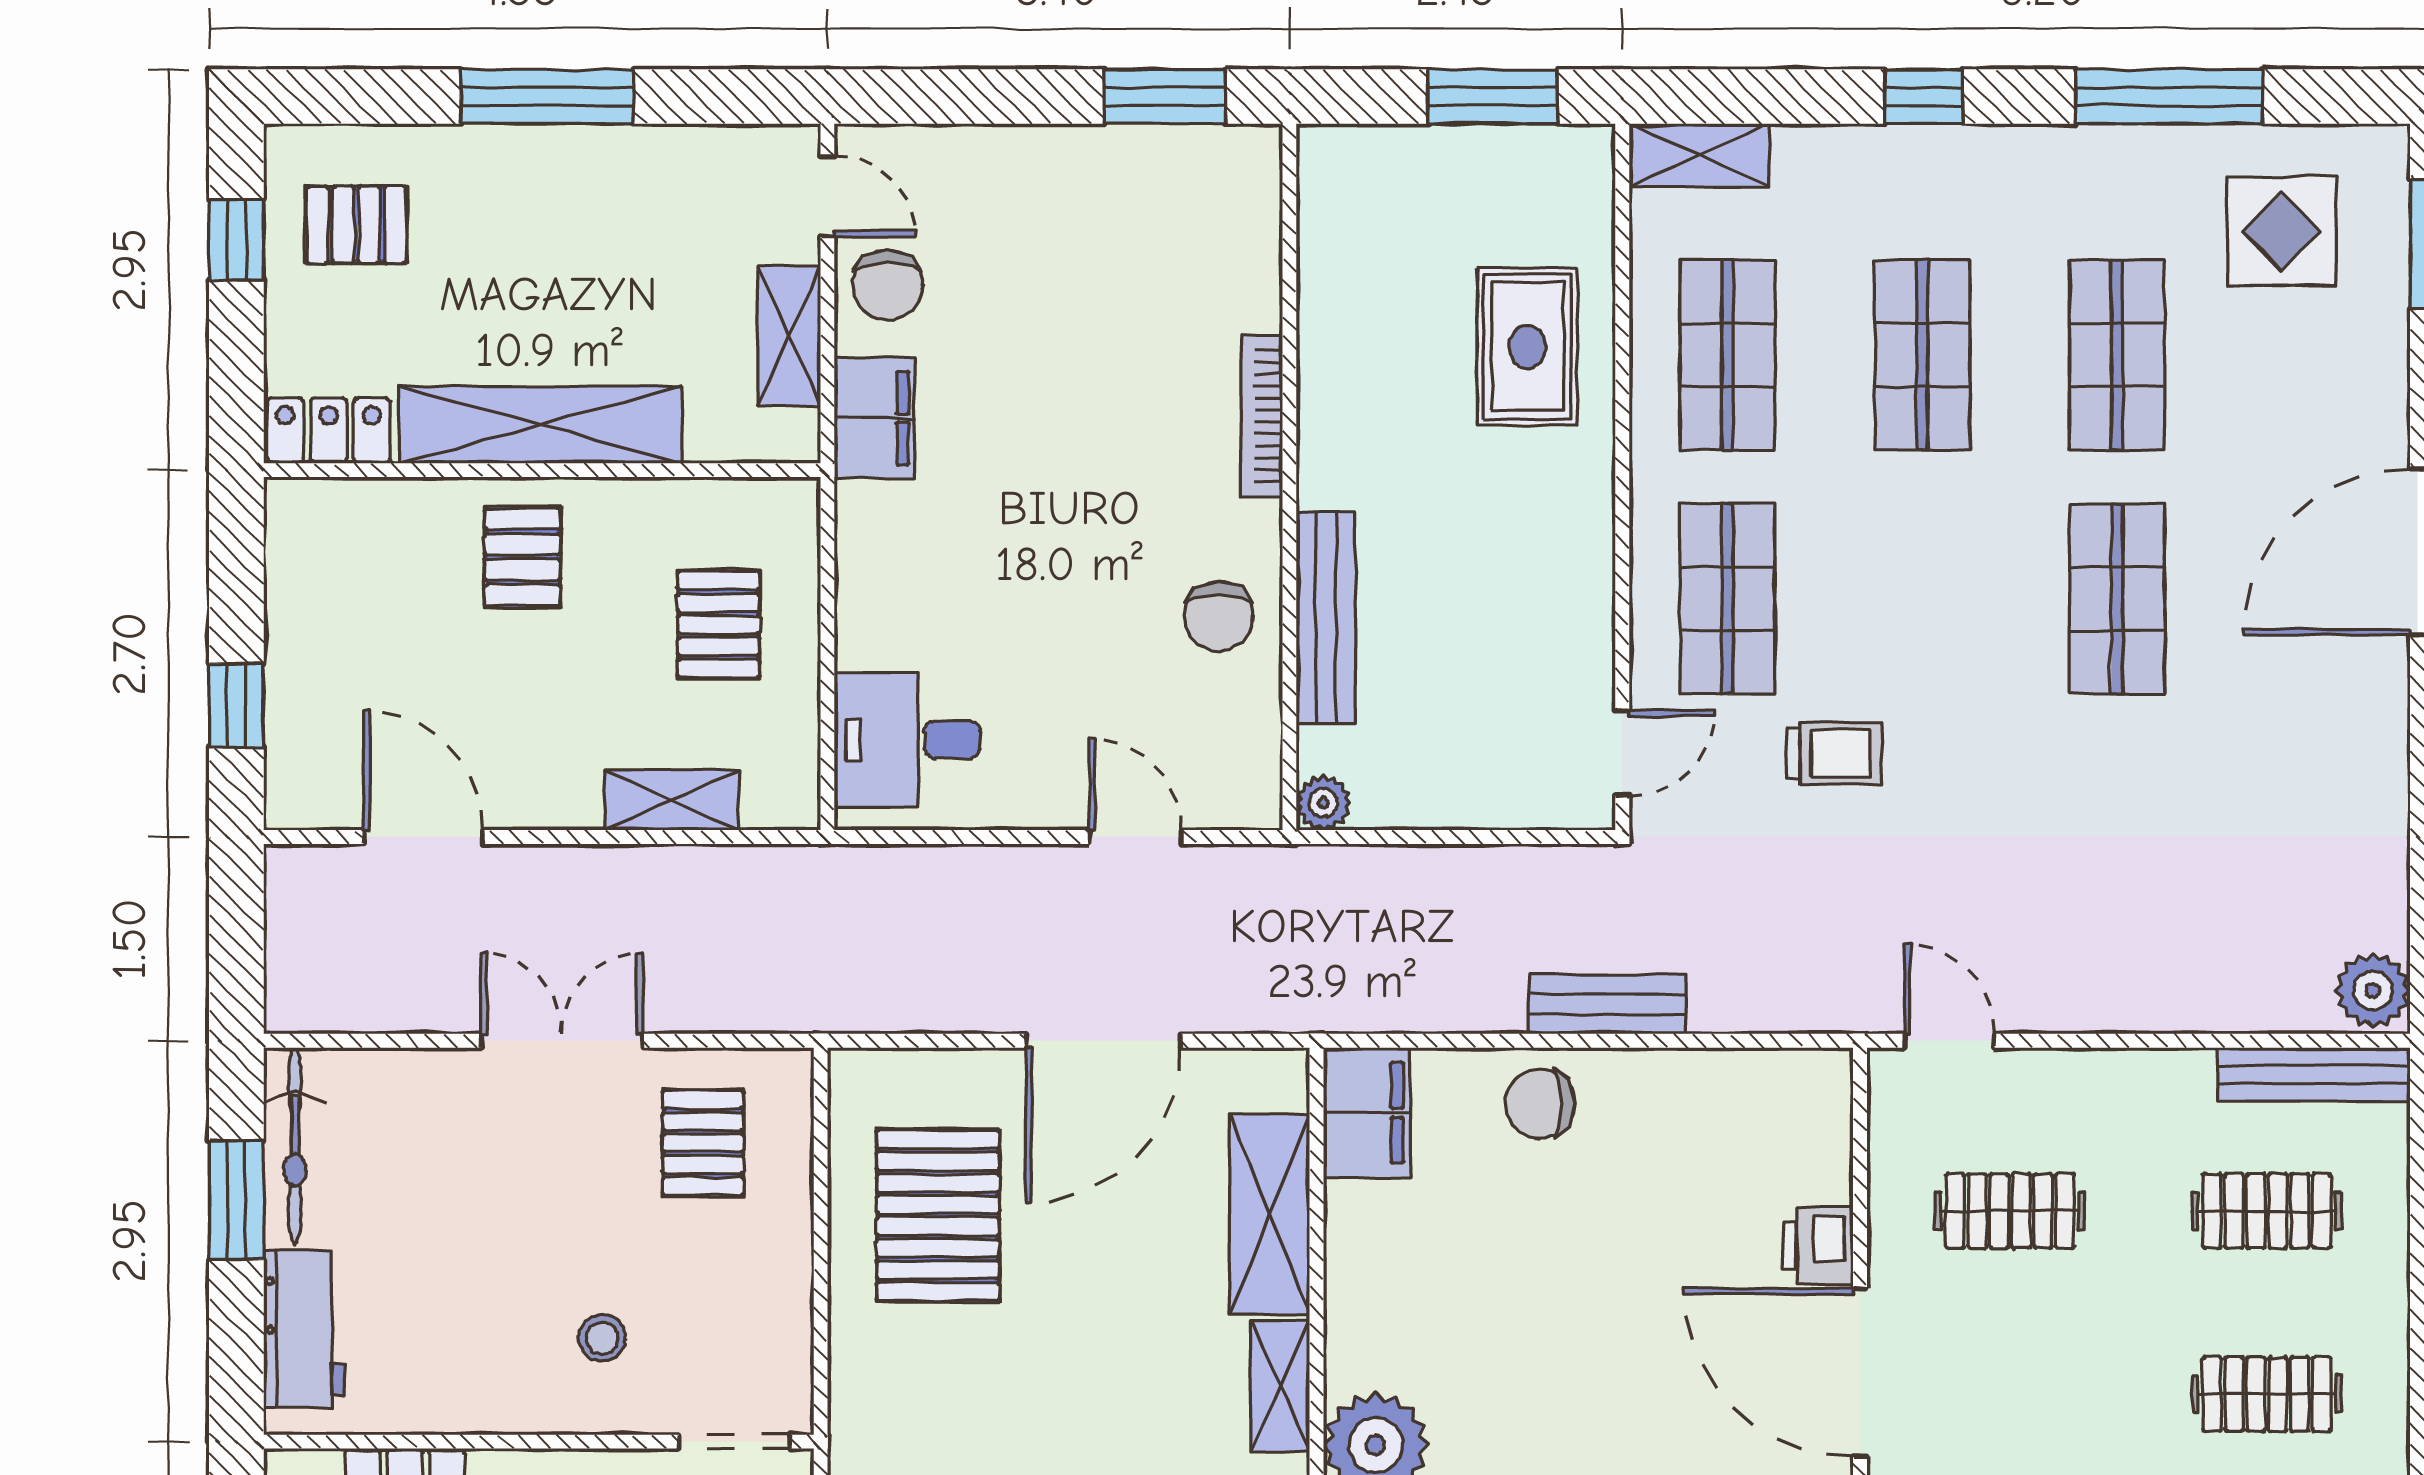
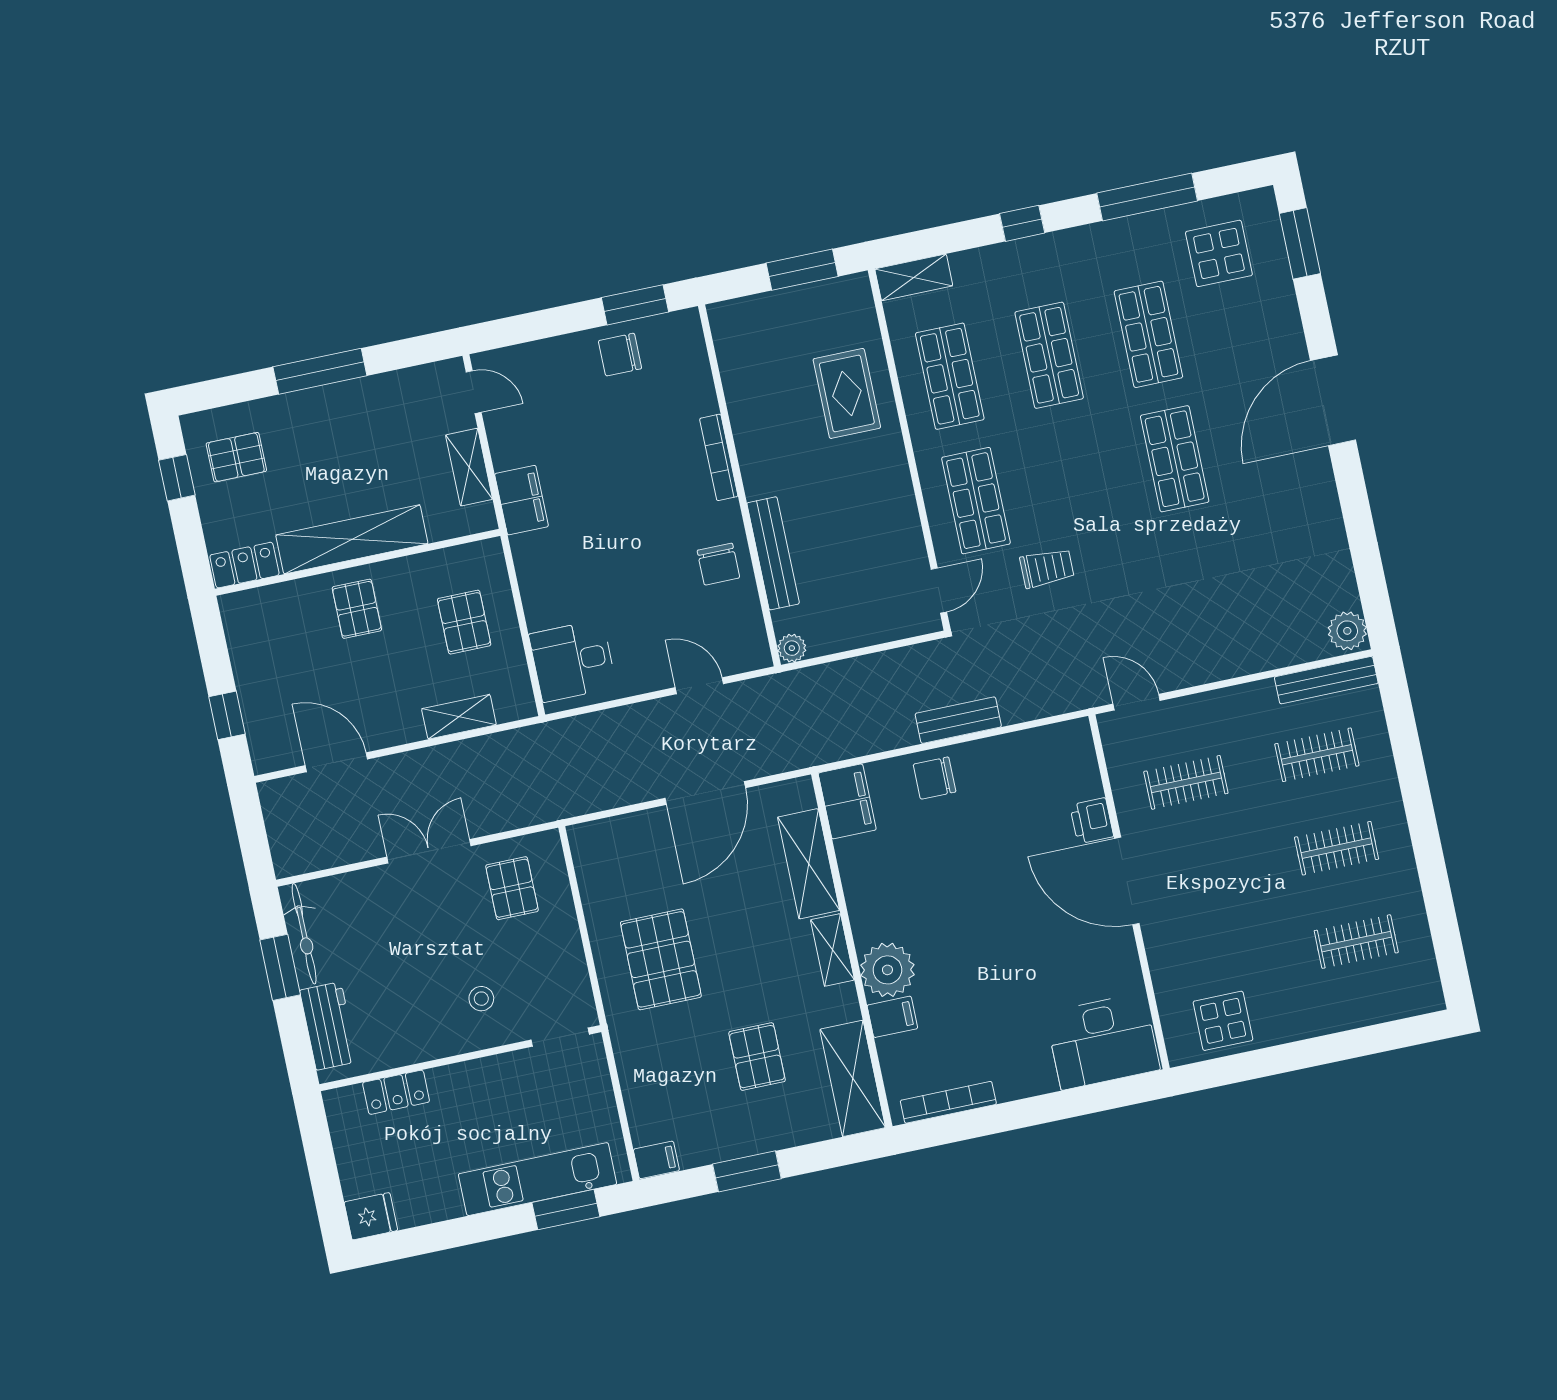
chair: (888, 285) -> (620, 355), moved, turned 90
pallet: (938, 1216) -> (661, 959), moved

